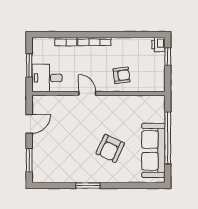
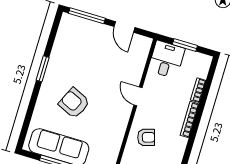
armchair: (122, 75) -> (146, 137), turned -100
door: (87, 93) -> (138, 96), swing flipped
window: (29, 160) -> (87, 16), width x1.44

